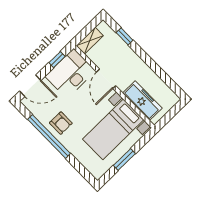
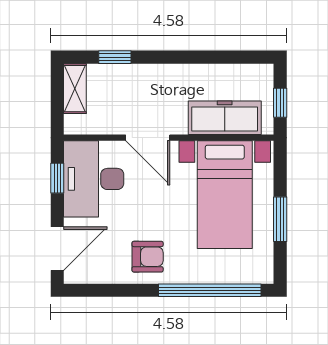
shelving: (90, 41) -> (75, 89), moved
window: (169, 116) -> (280, 103), added
window: (49, 136) -> (210, 290), moved

